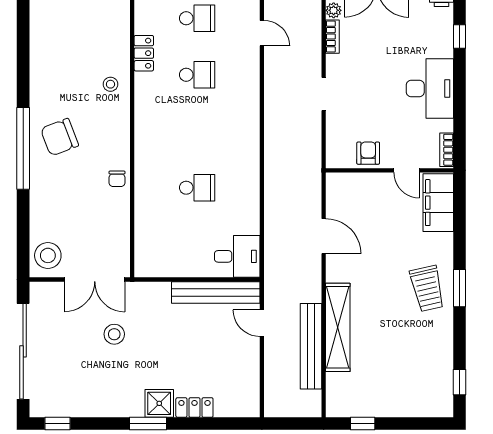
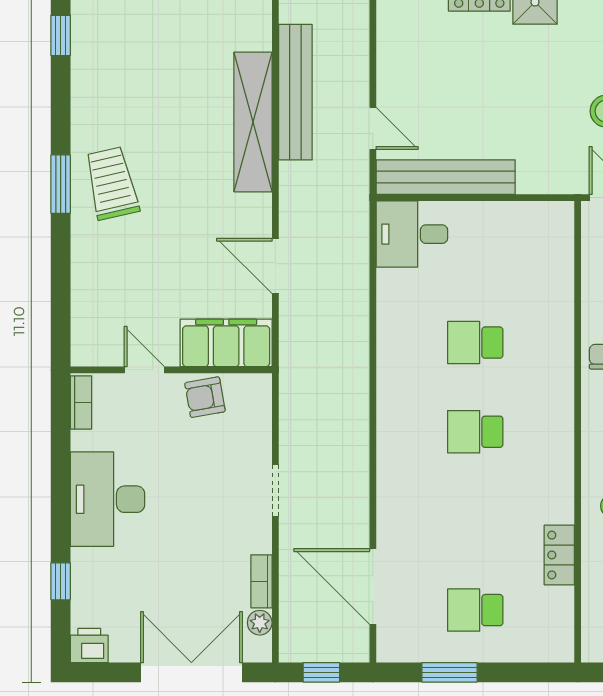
door: (262, 33) -> (373, 587), width x1.88
school desk: (197, 75) -> (475, 432), moved
armchair: (368, 153) -> (205, 397), turned 80
filing cabinet: (438, 203) -> (226, 343), moved, turned -90

